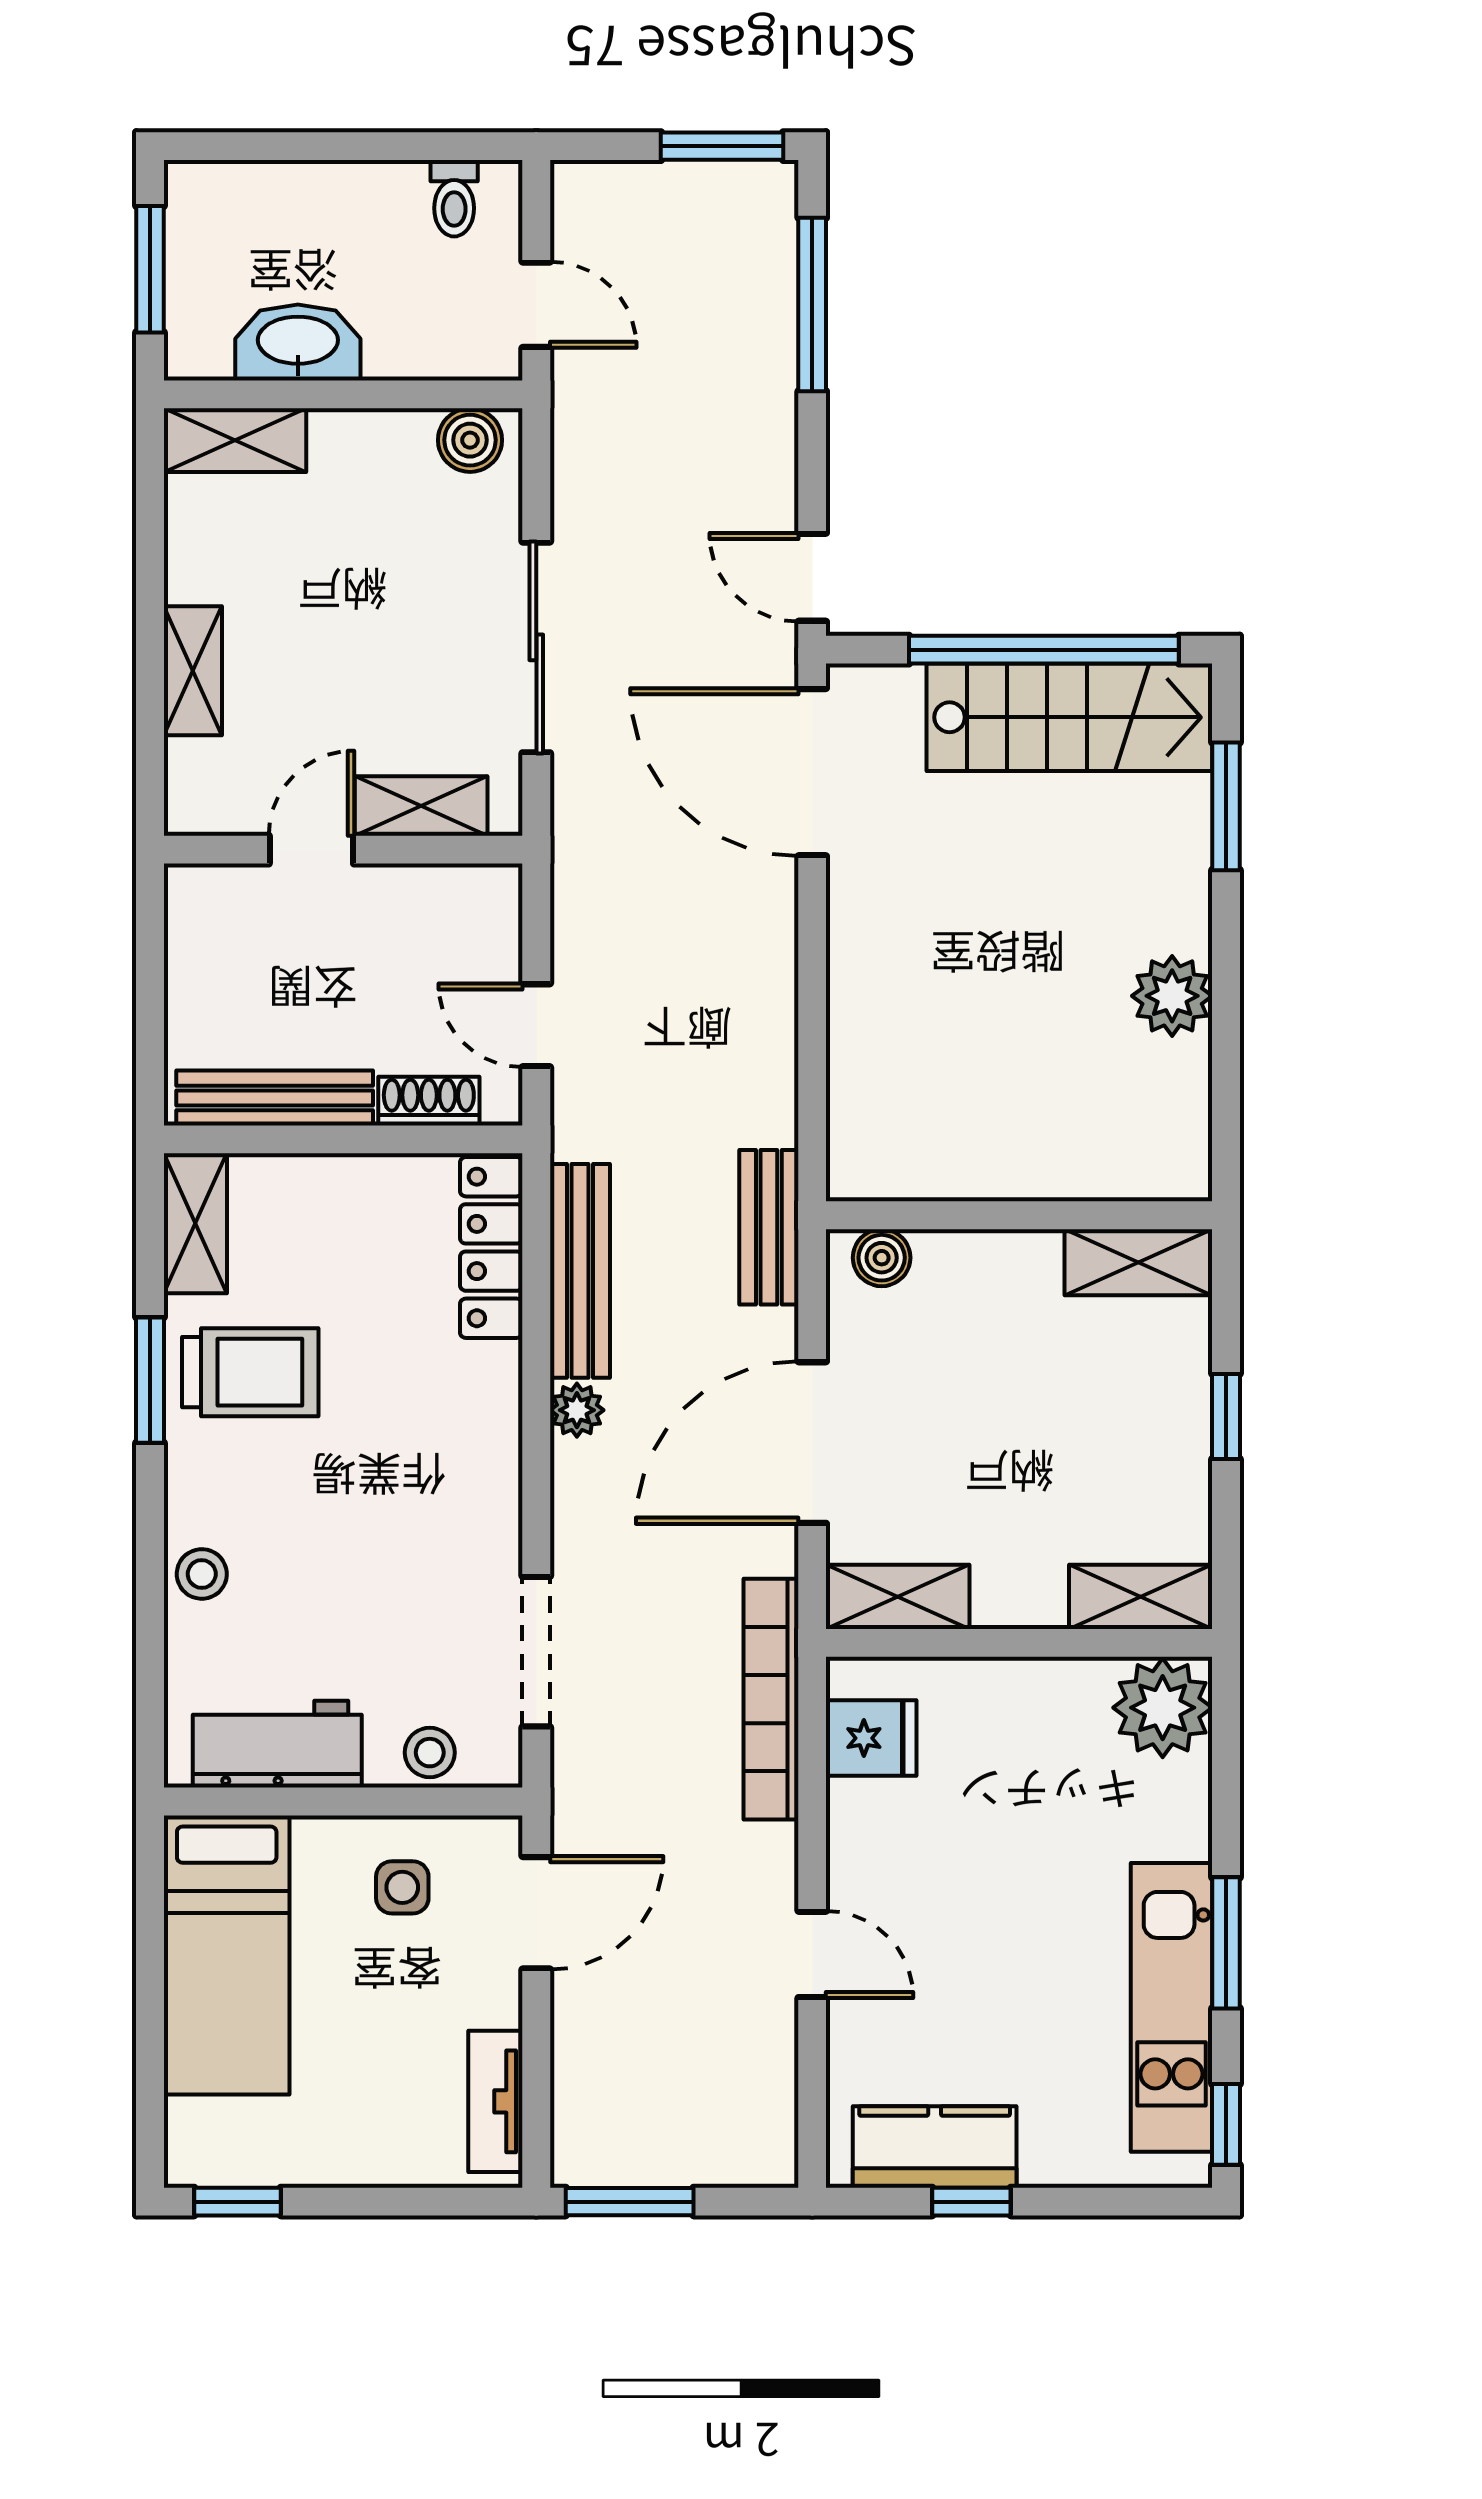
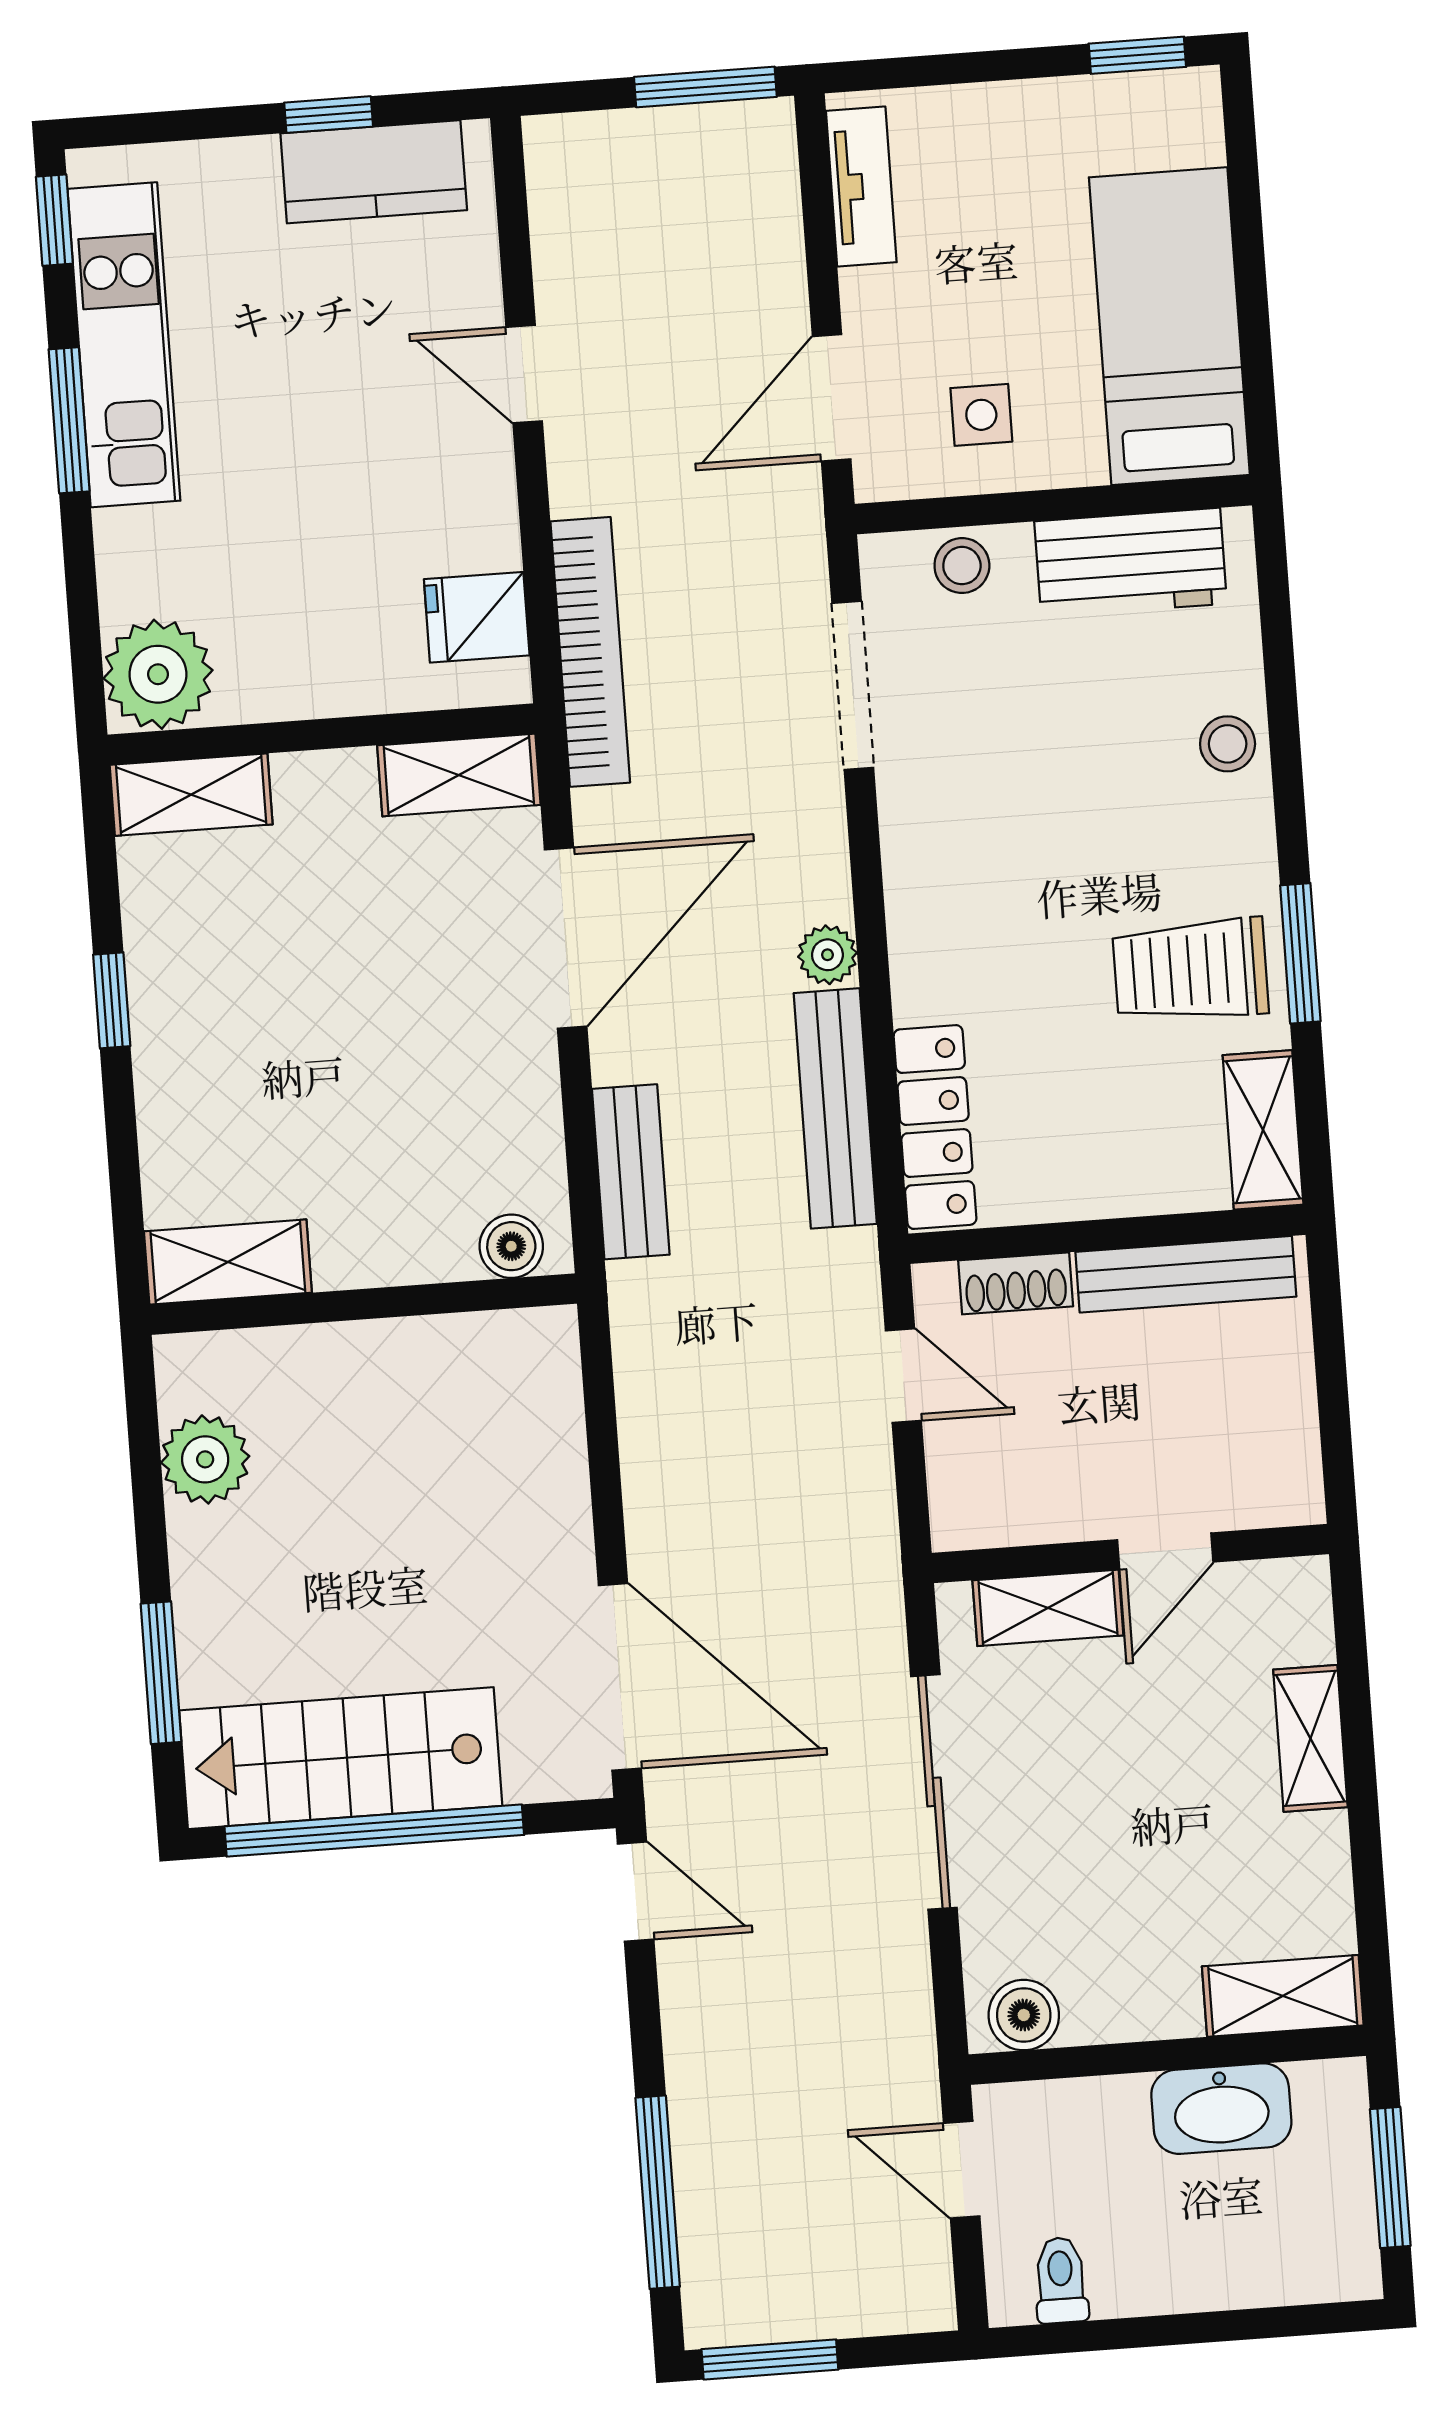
wall: (1019, 1215) -> (363, 1304), moved
boiler: (882, 1258) -> (511, 1246), moved
shelving: (1138, 1262) -> (228, 1262), moved

